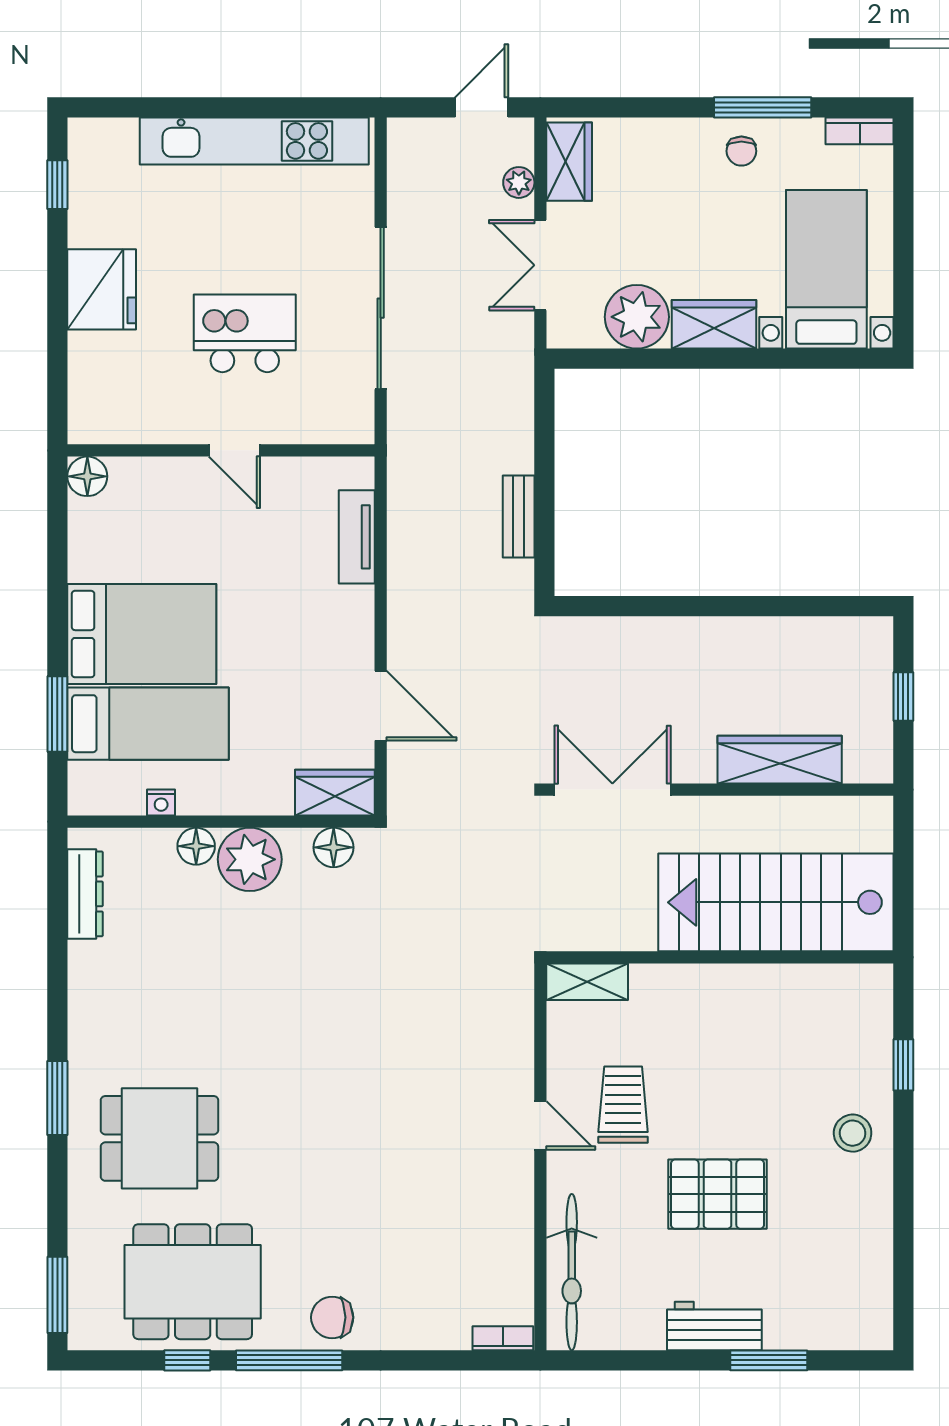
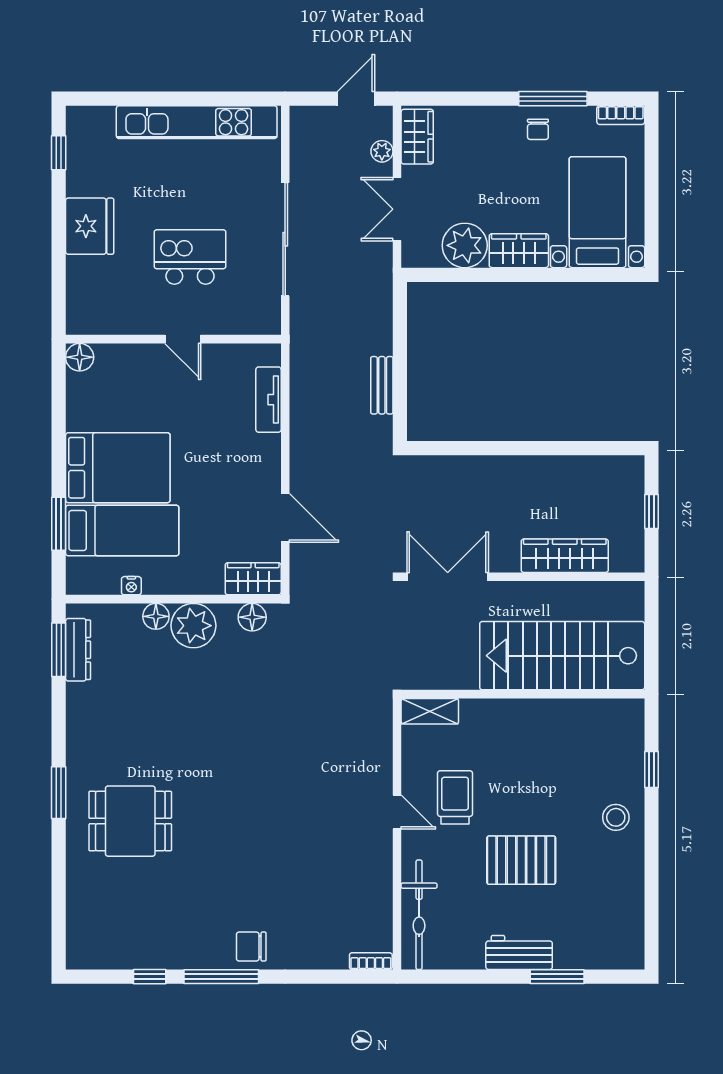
dining table: (193, 1282) -> (153, 921), removed
window: (57, 1295) -> (59, 650), moved

